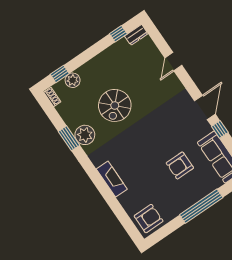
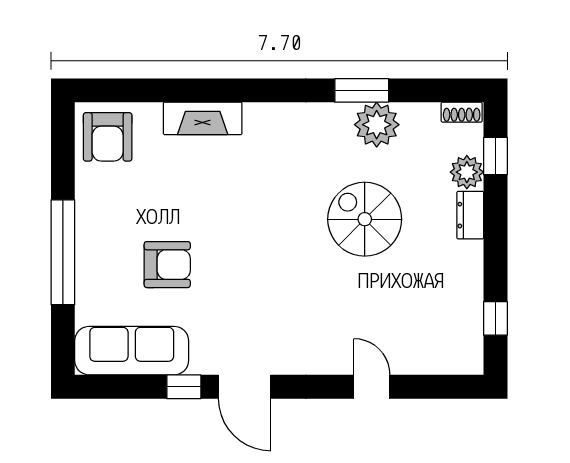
dresser: (136, 35) -> (470, 215), moved
plant: (85, 135) -> (377, 125), moved
armchair: (180, 165) -> (167, 265), turned 90
fireplace: (112, 179) -> (203, 118), moved

